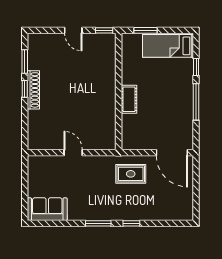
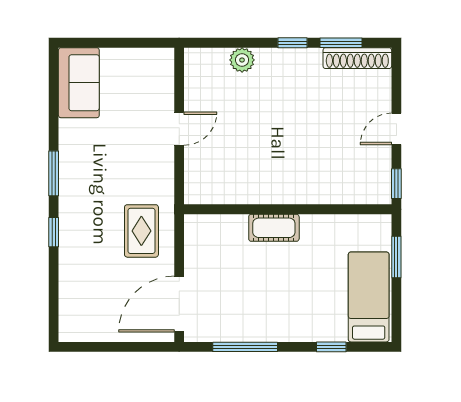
shoe rack: (33, 90) -> (357, 58), moved
window: (196, 102) -> (245, 347), moved
plant: (34, 117) -> (242, 60), added

